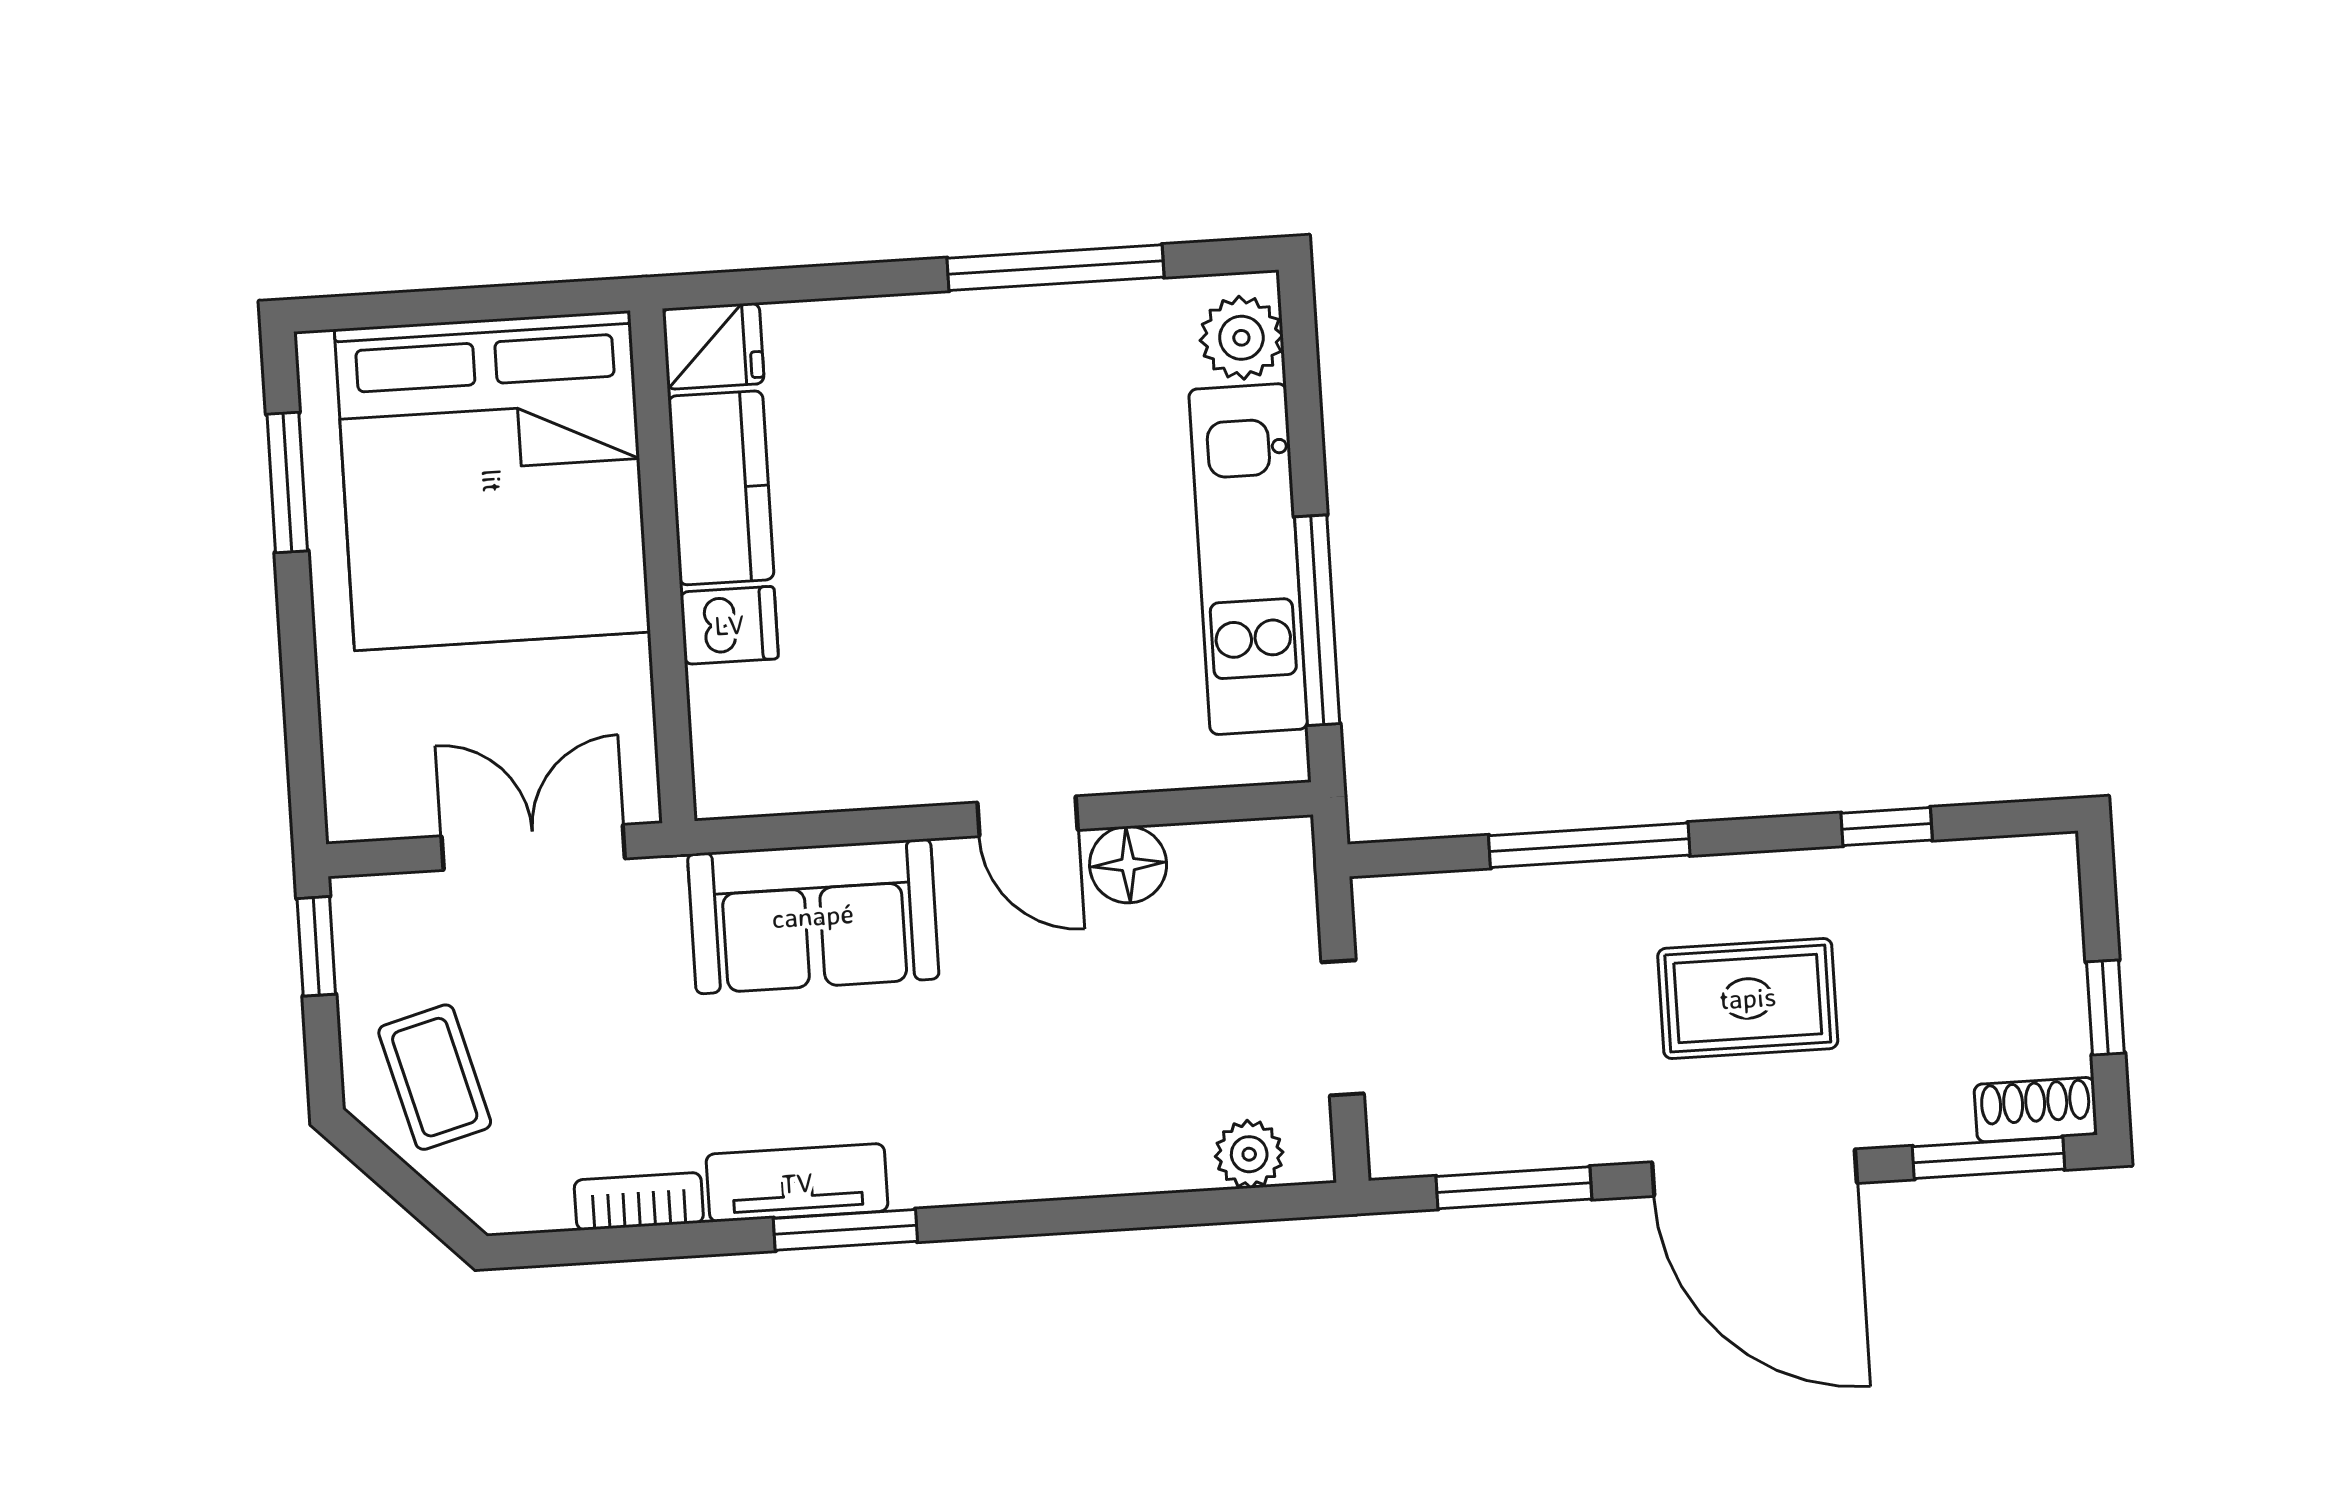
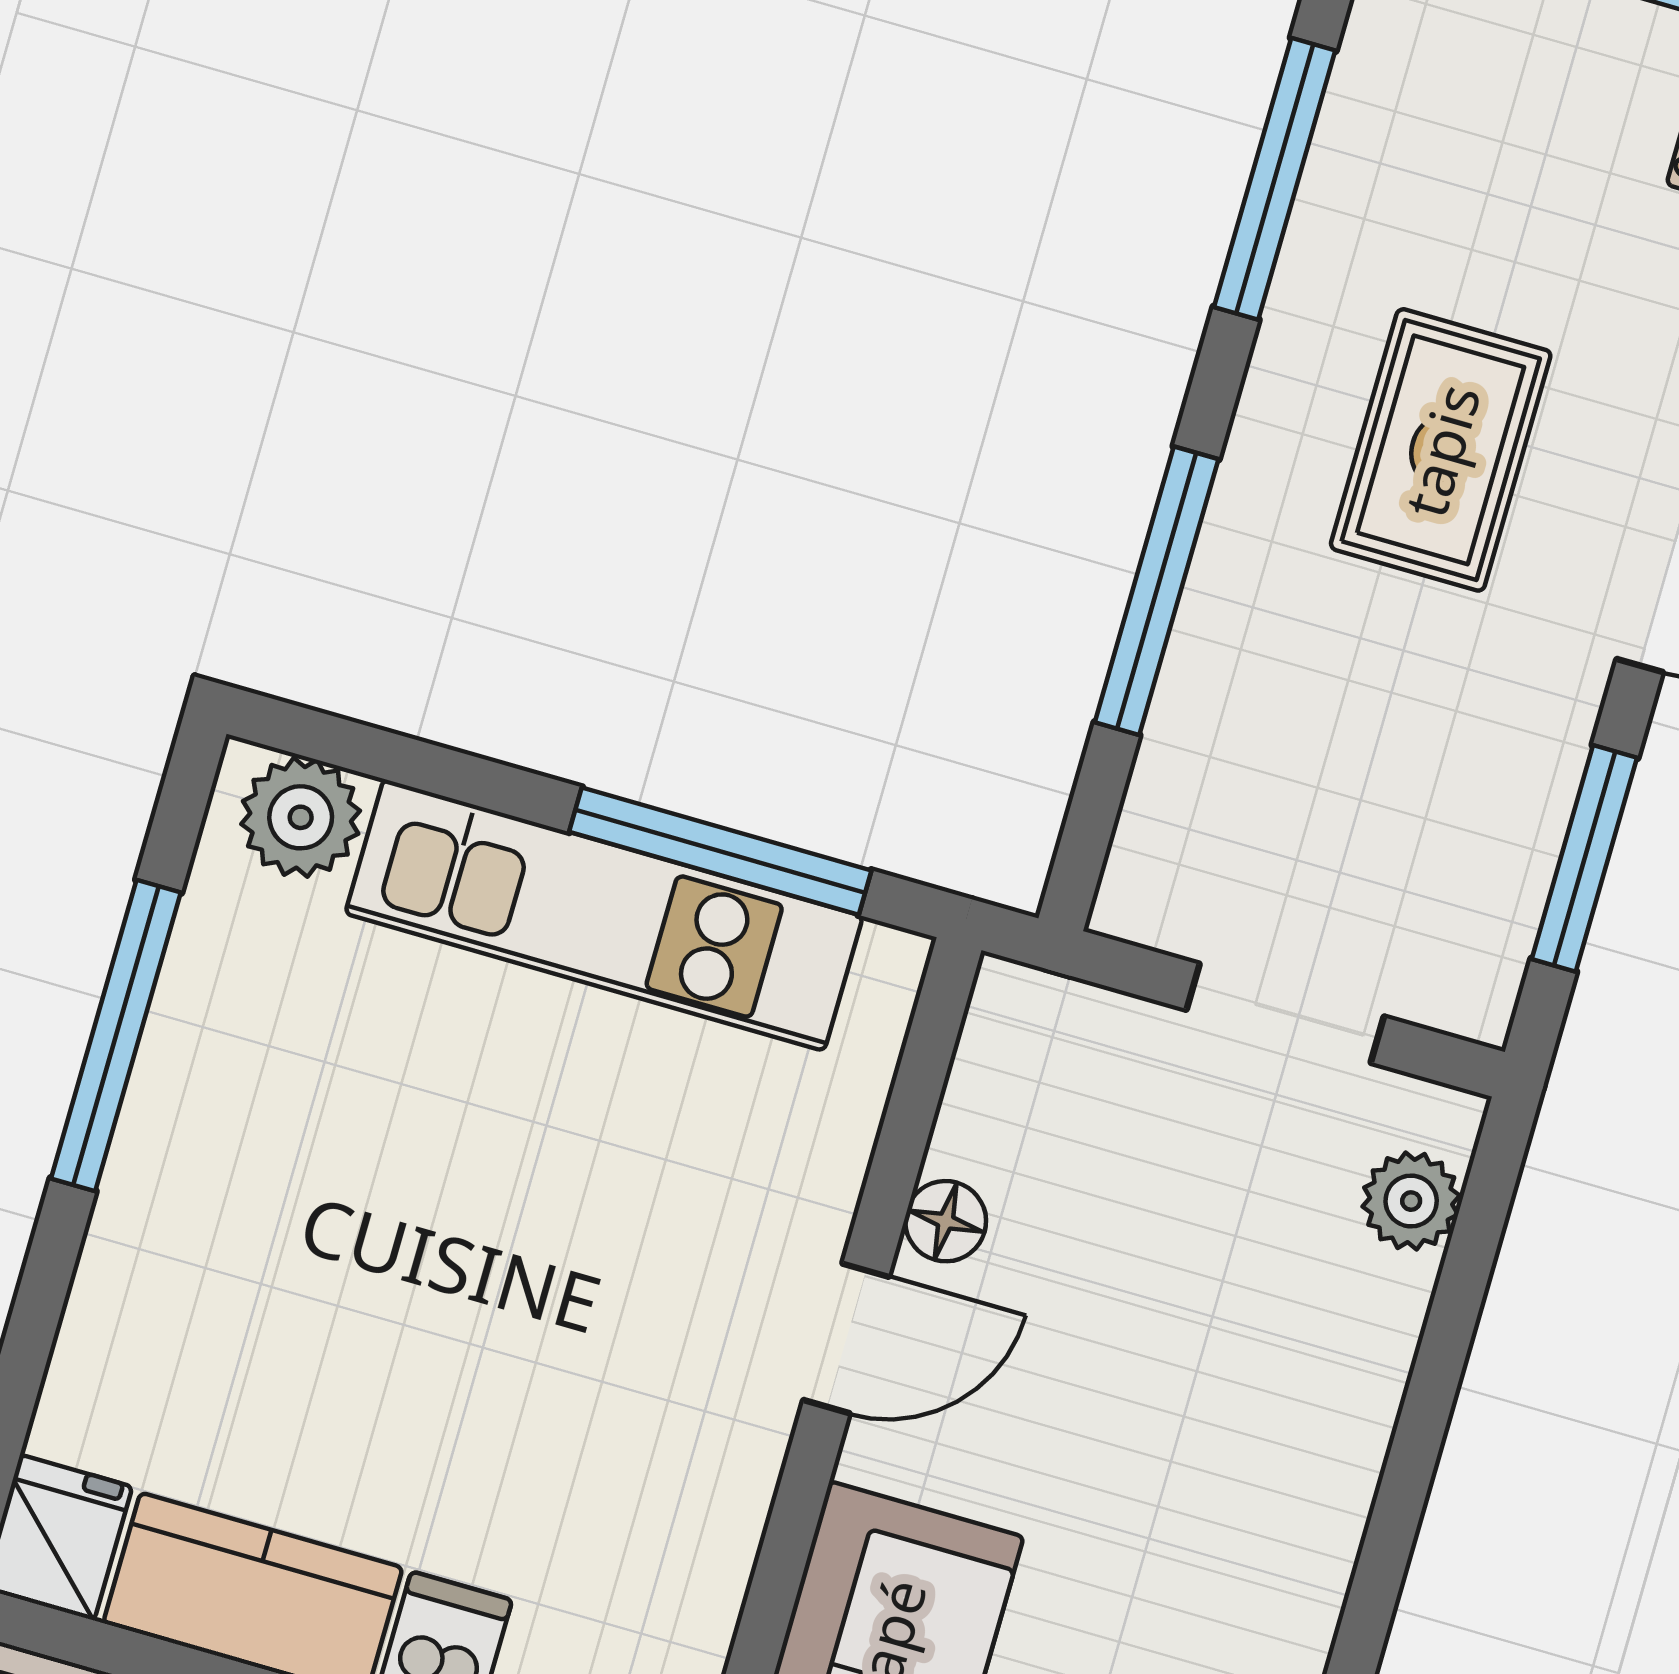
window: (1887, 827) -> (1275, 179), width x2.17
floor lamp: (1128, 865) -> (946, 1221), width x0.73, depth x0.73

